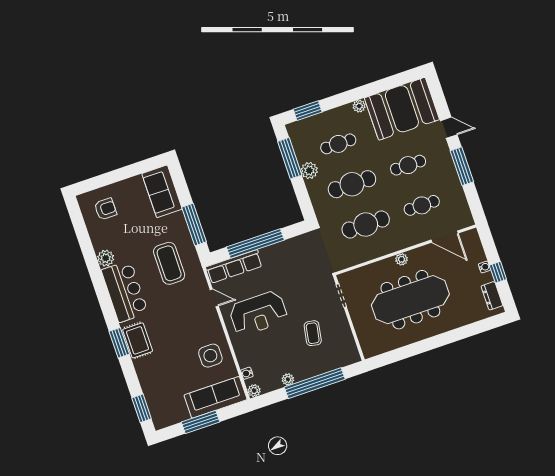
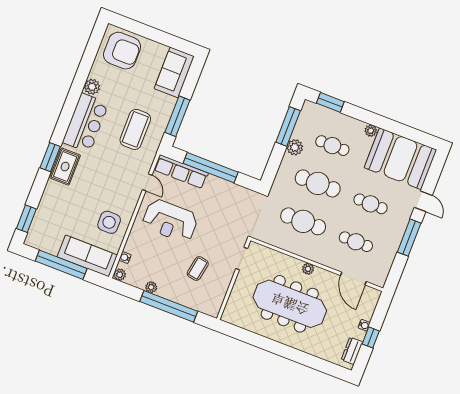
armchair: (105, 209) -> (122, 51), width x1.88, depth x1.88
window: (200, 422) -> (61, 265), width x1.46

